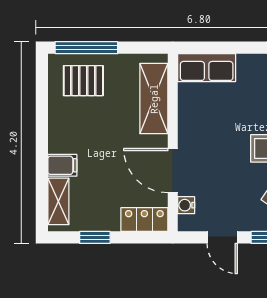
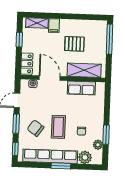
row of seats: (207, 68) -> (81, 88), moved, turned -90
pallet: (83, 81) -> (74, 44), moved, turned 90
door: (173, 171) -> (50, 78), hinge flipped

